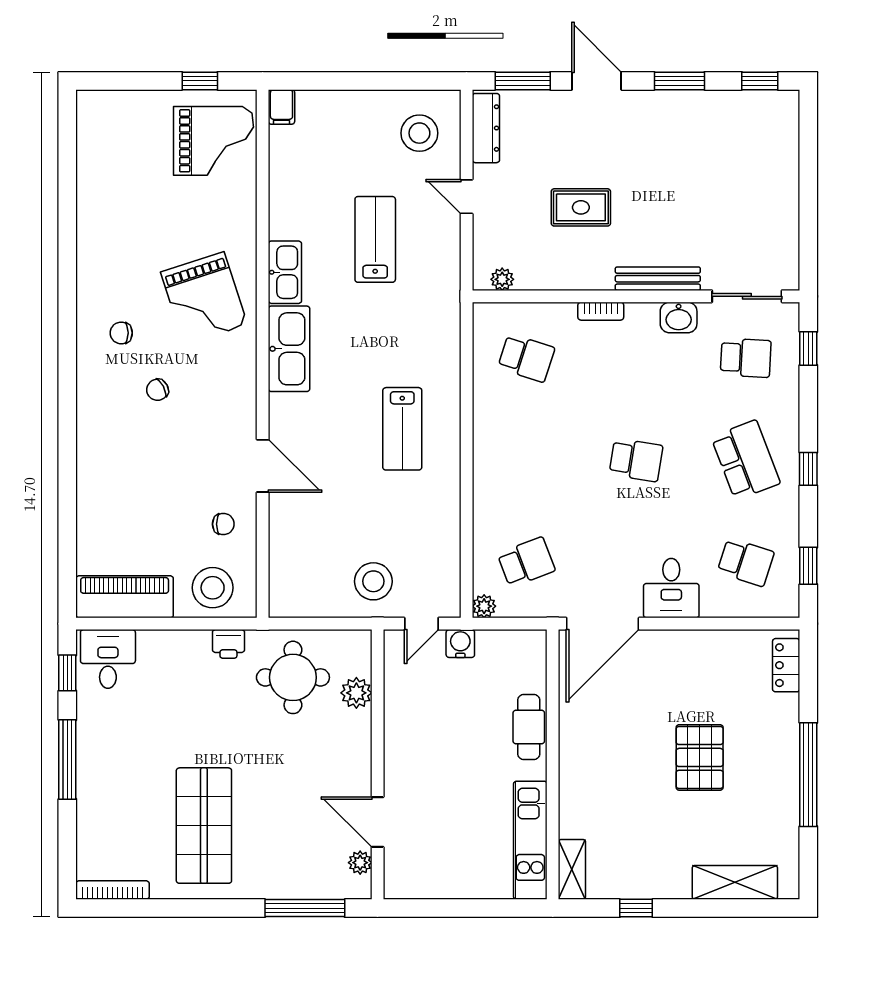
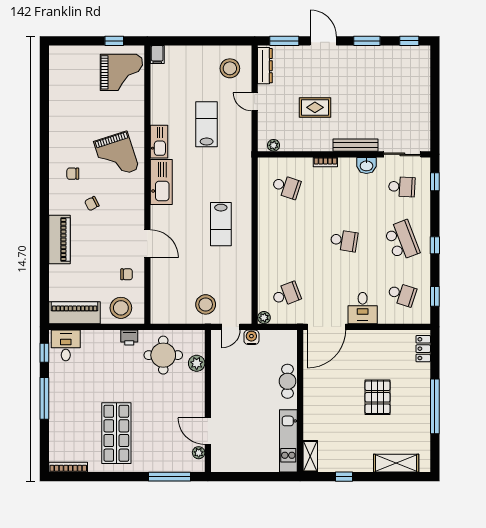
piano: (96, 458) -> (60, 239), added

